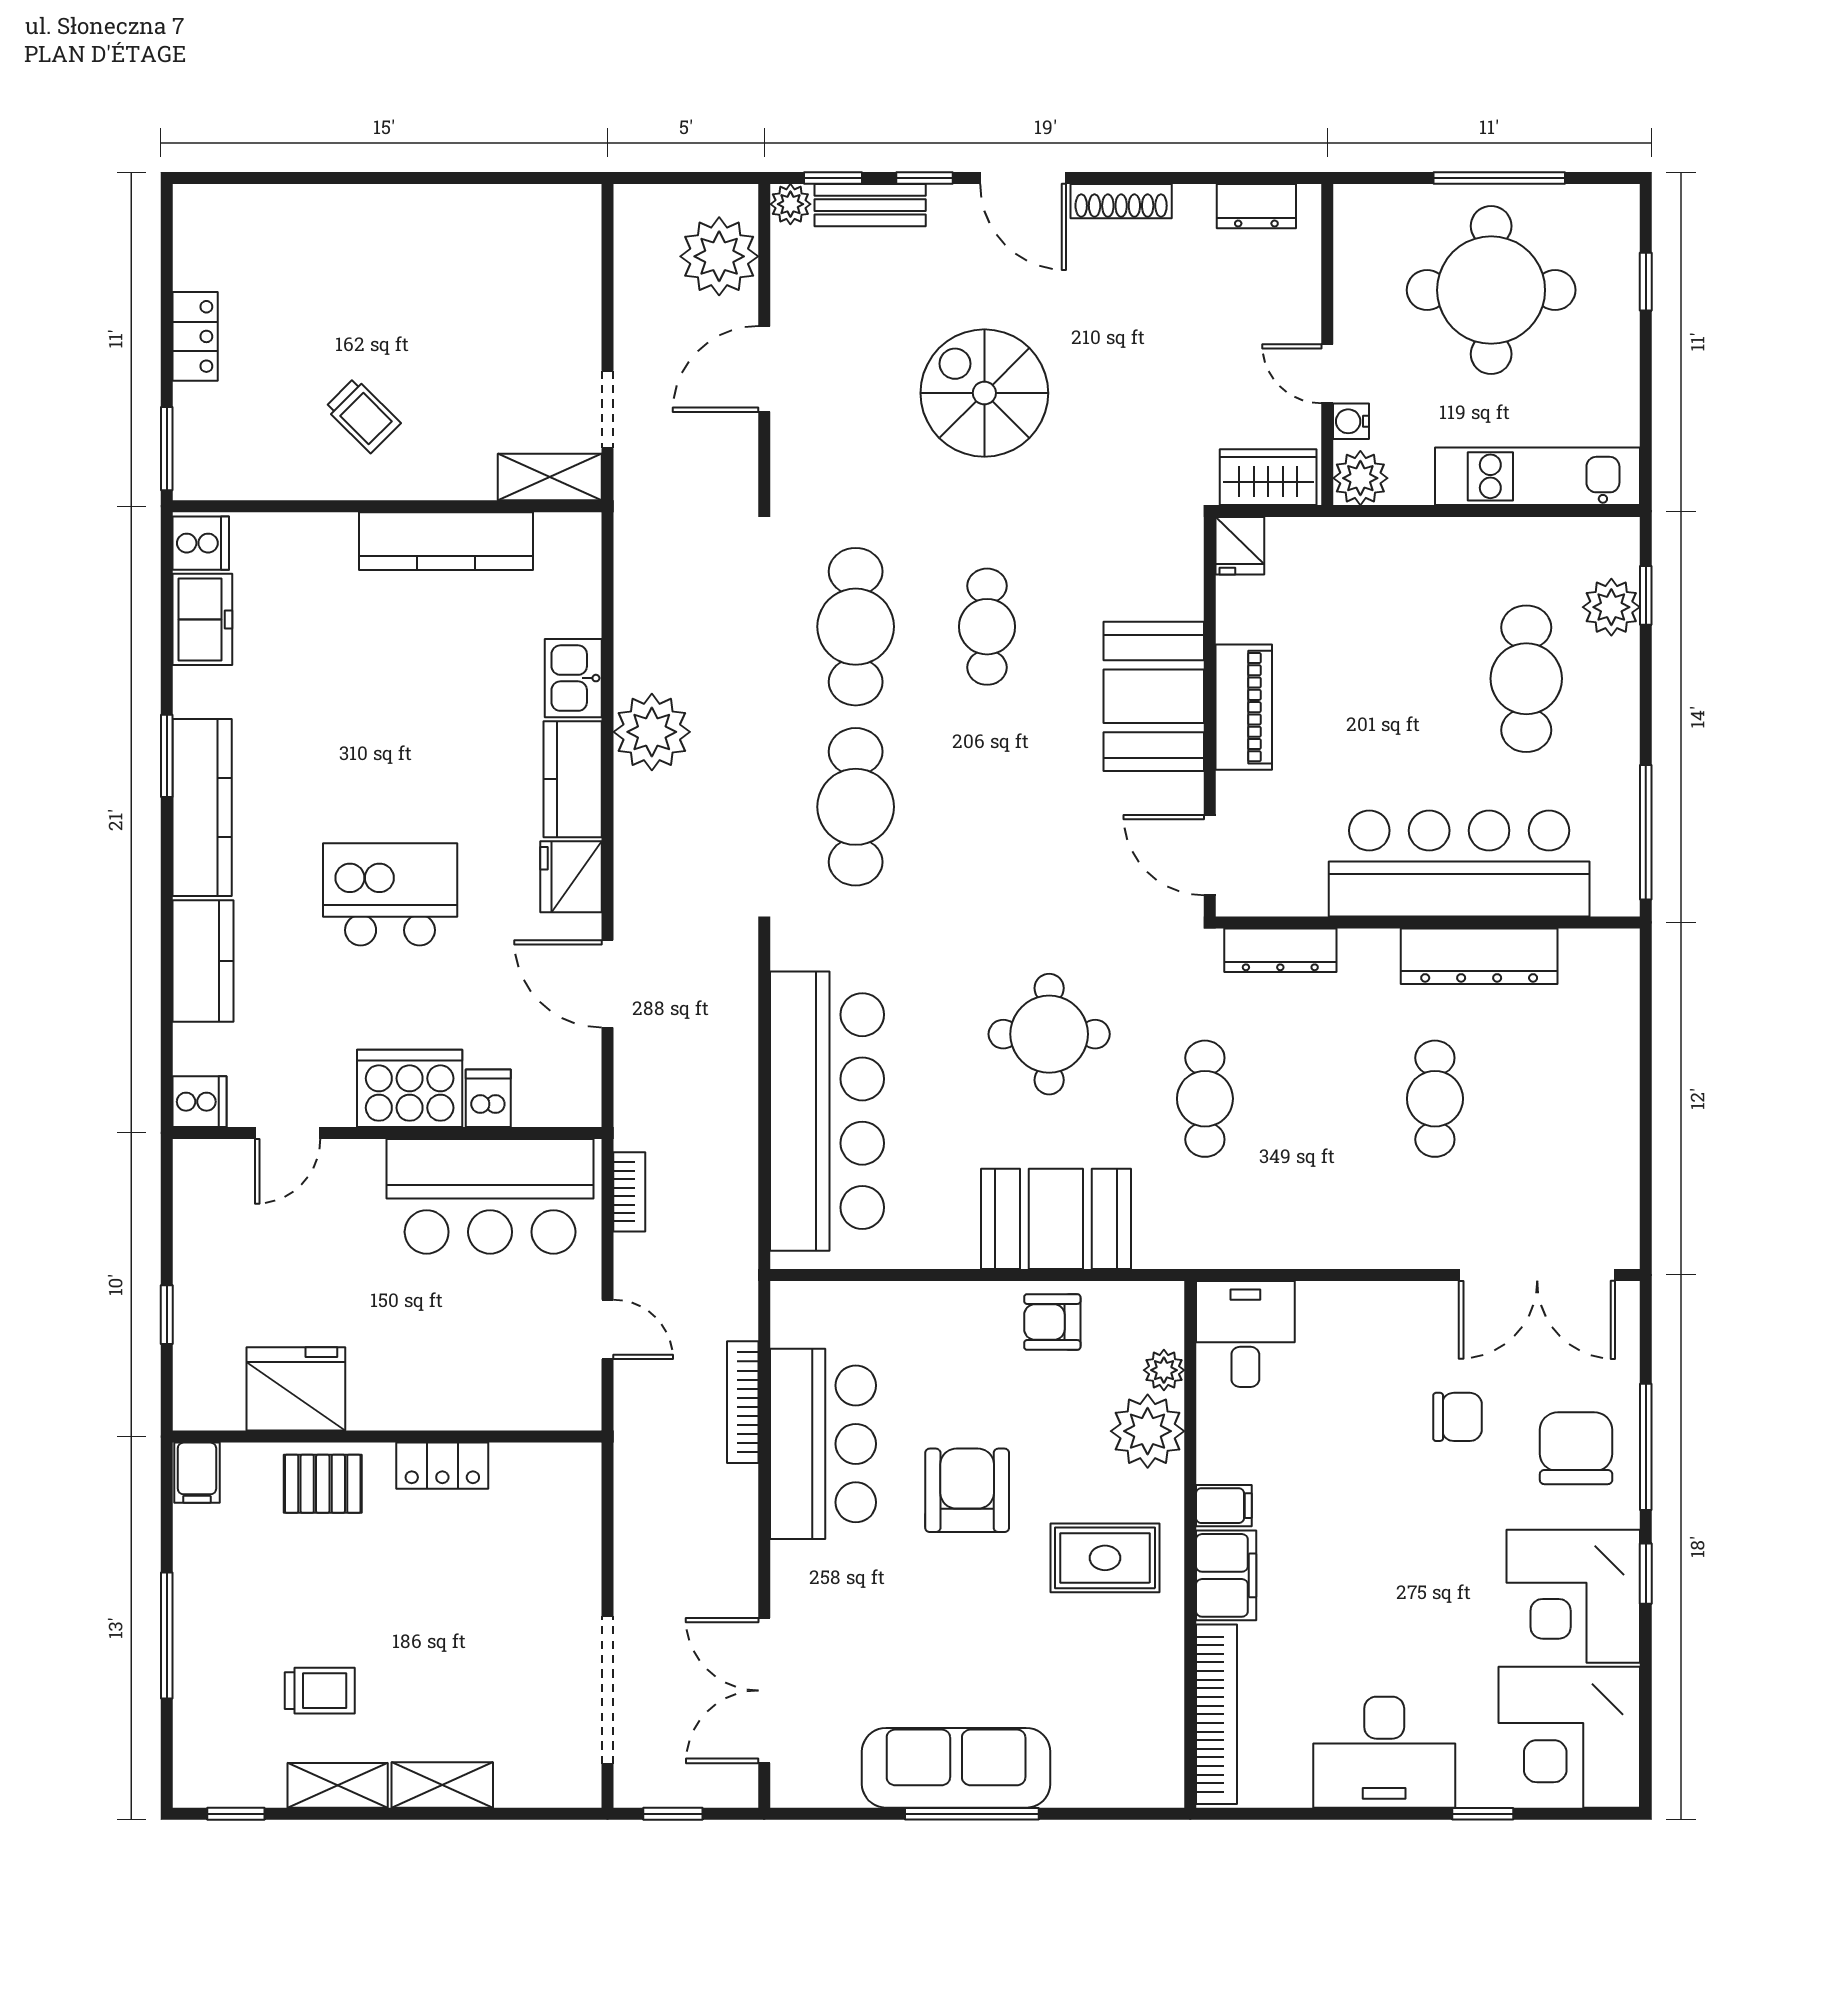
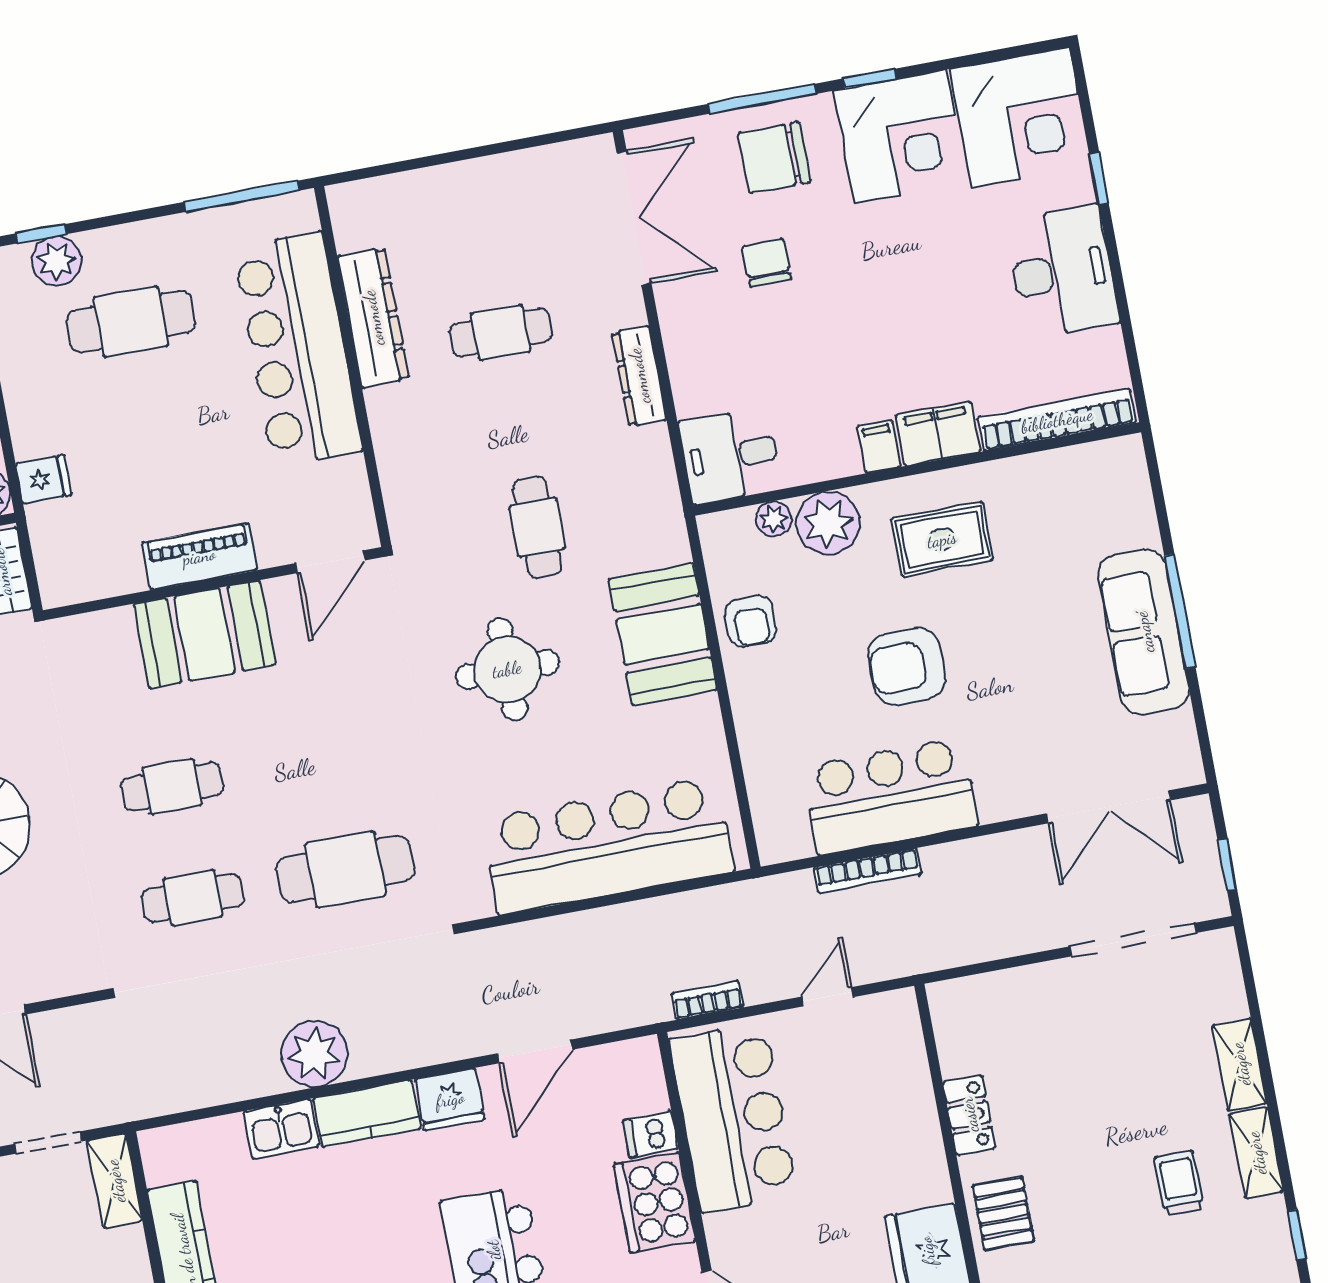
fridge: (1240, 546) -> (44, 479), moved
cafe table: (856, 627) -> (193, 898), width x0.73, depth x0.74
dresser: (1280, 950) -> (639, 376), moved, turned 180
cafe table: (1205, 1099) -> (537, 527), turned 90
rug: (1105, 1558) -> (942, 539), turned 90

